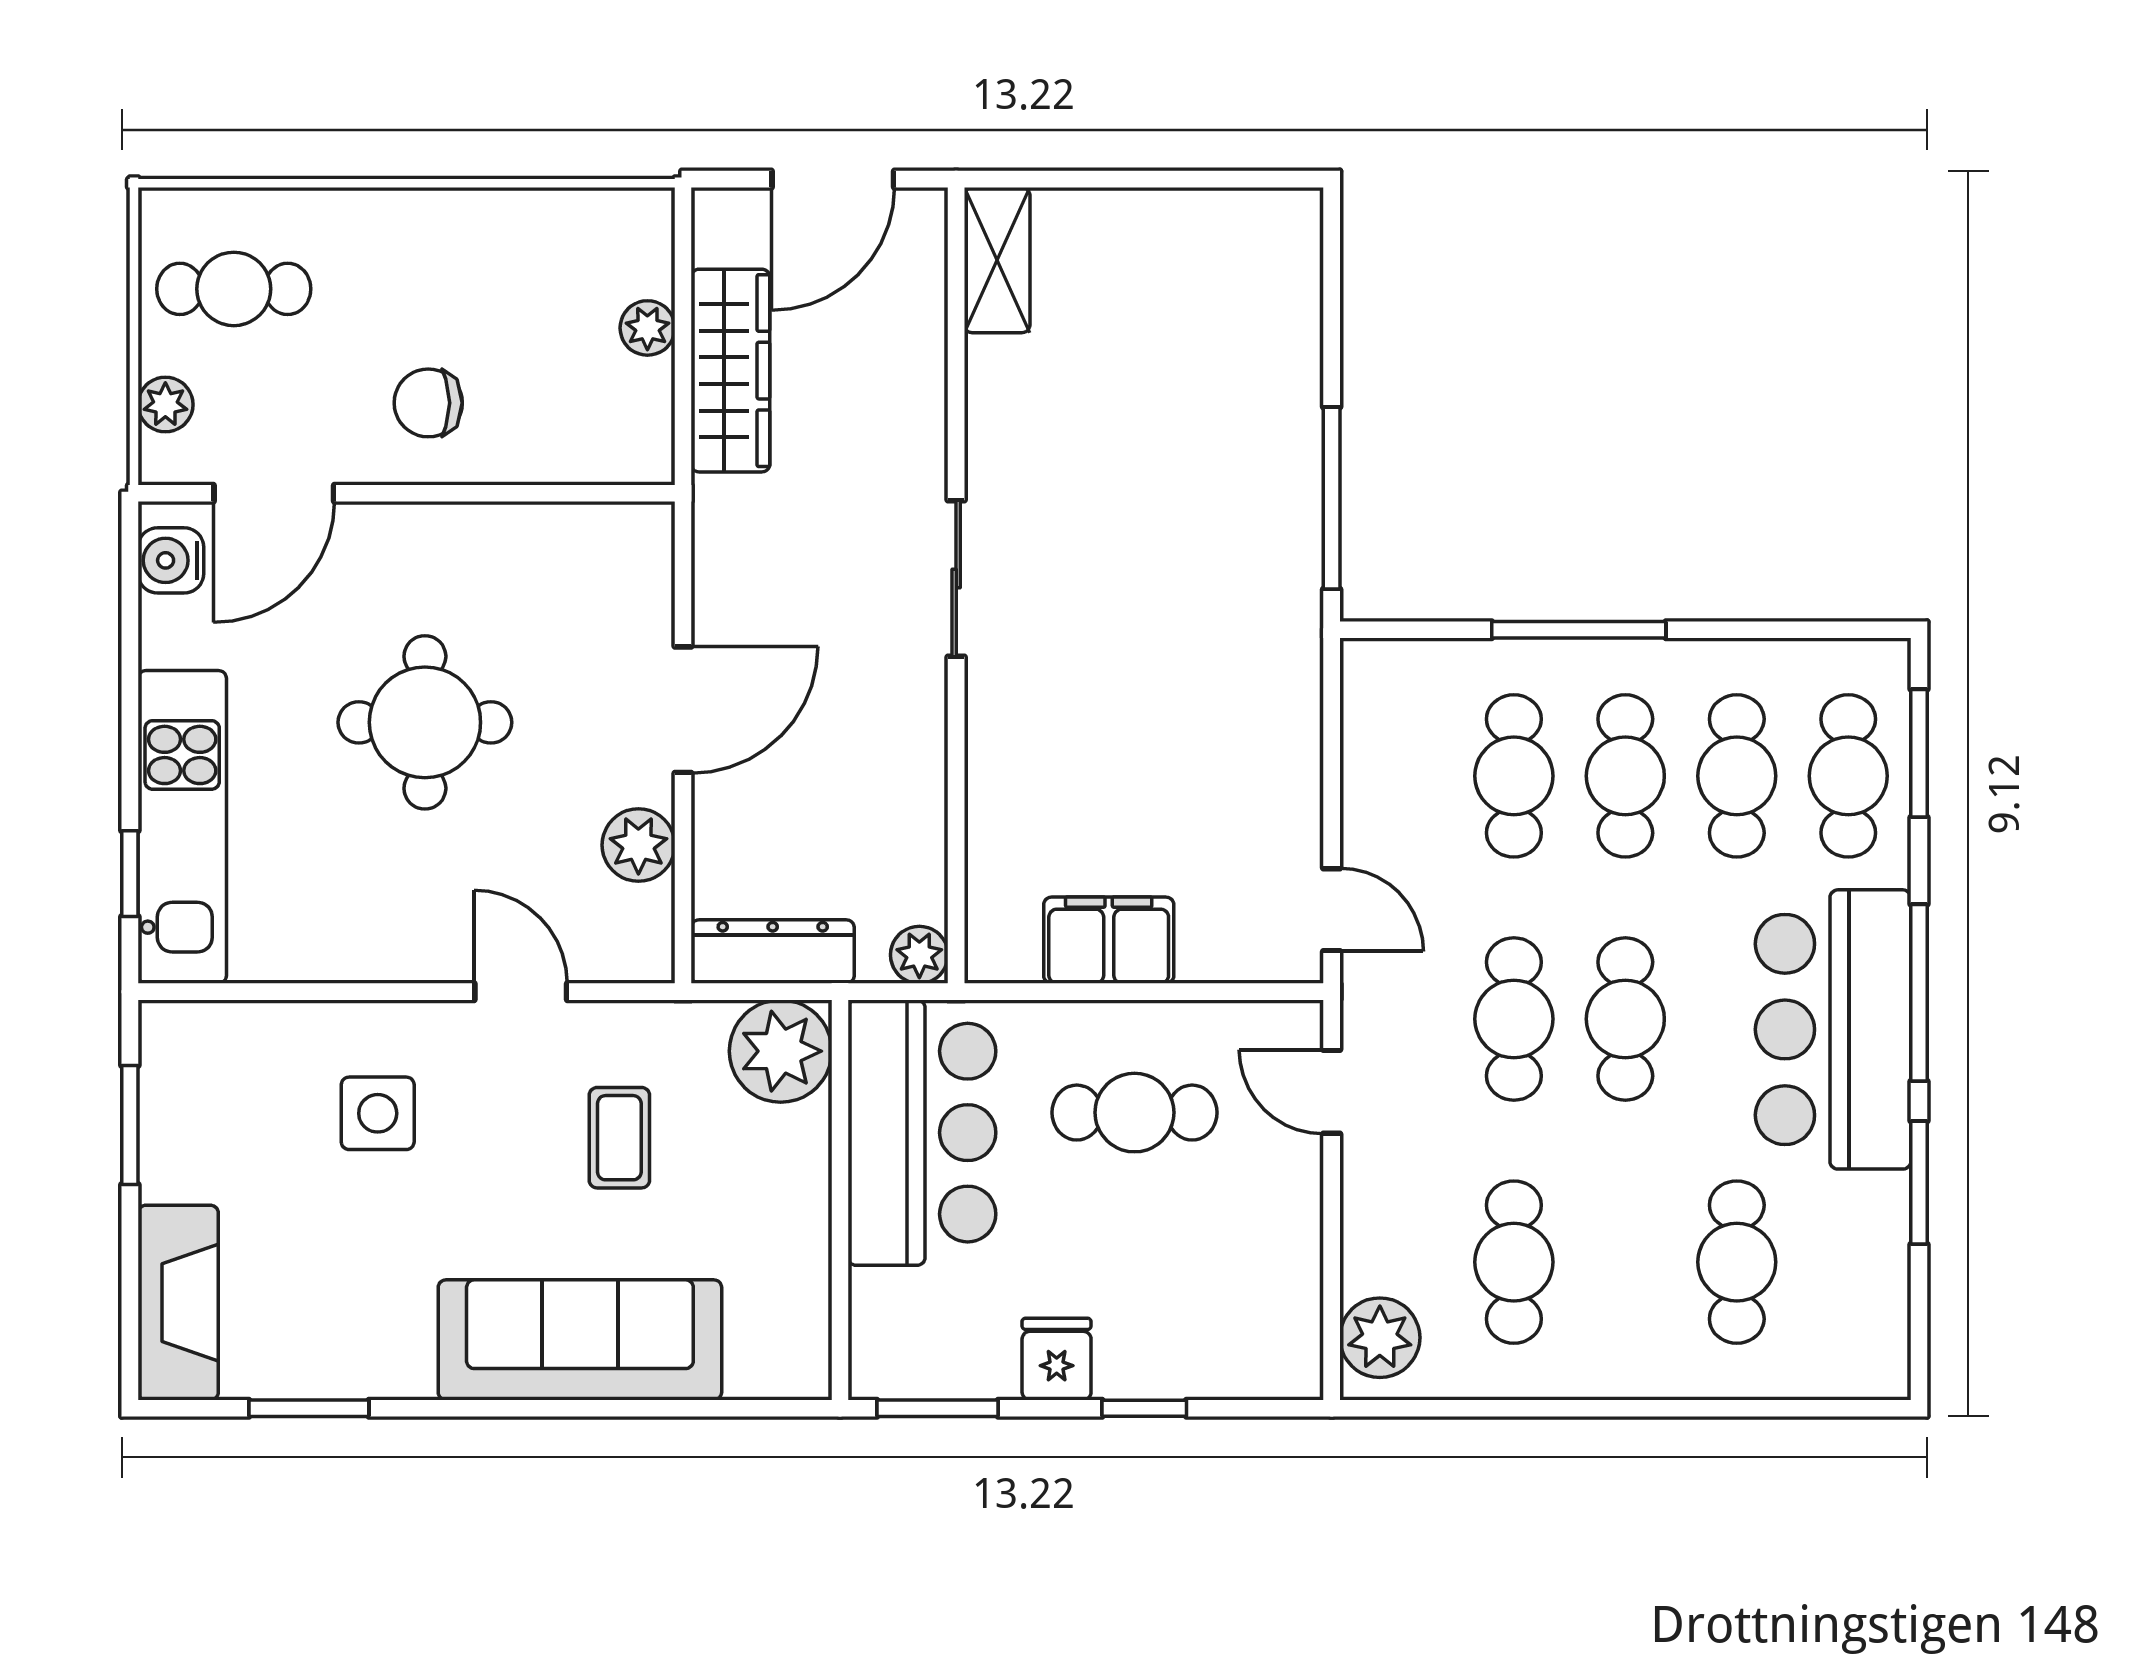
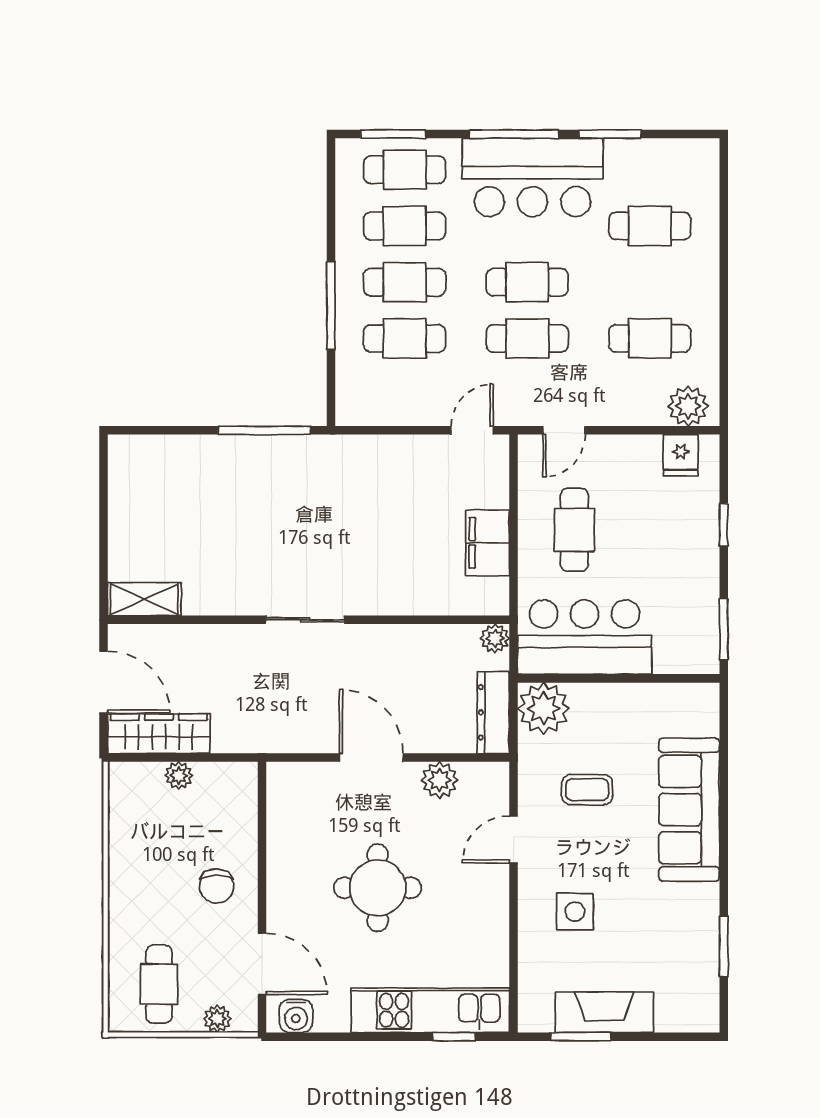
wardrobe: (730, 371) -> (159, 734), moved
fireplace: (178, 1303) -> (604, 1012), moved
fridge: (1057, 1359) -> (681, 455), moved, turned -90

